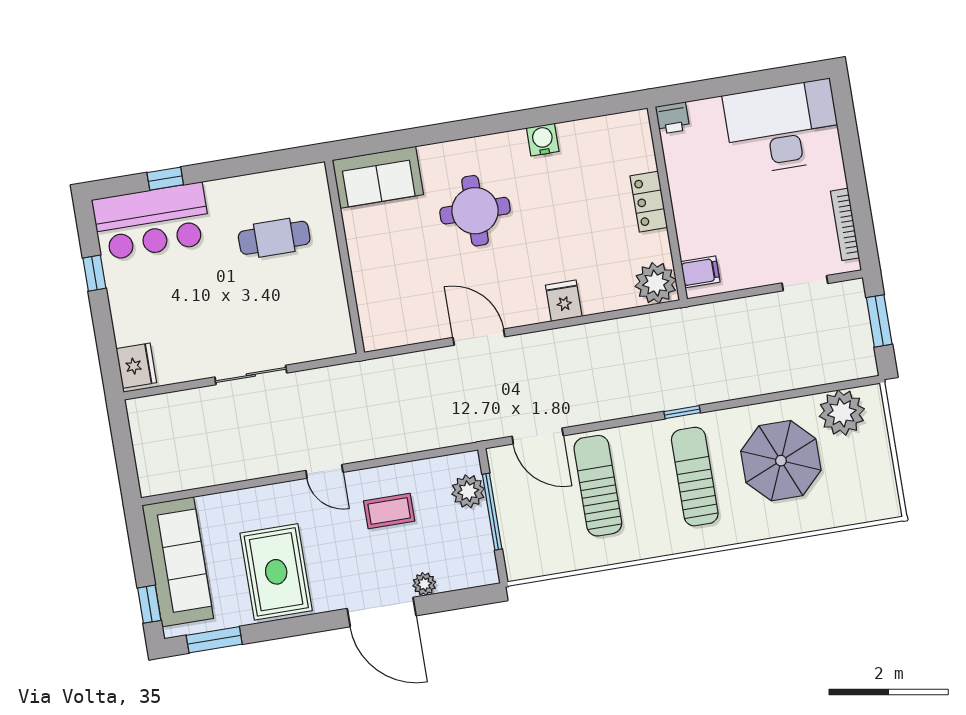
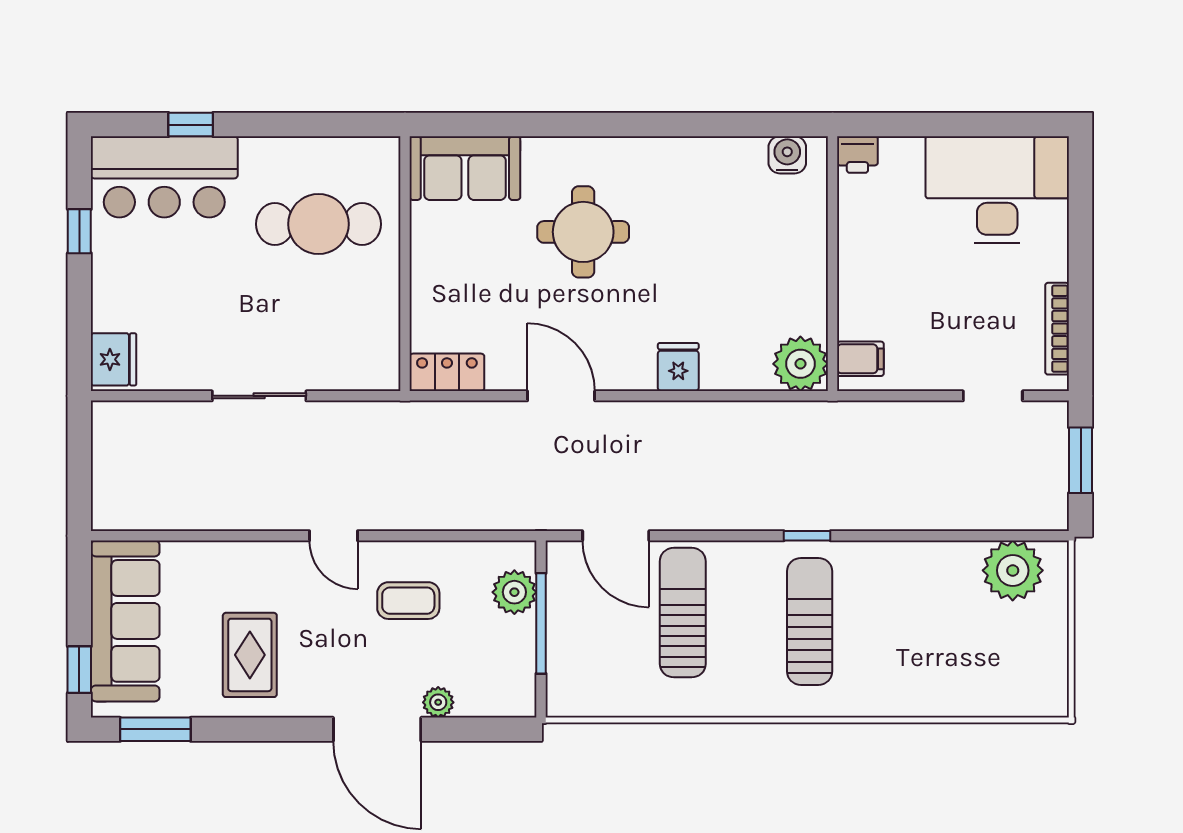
water cooler: (543, 140) -> (787, 155), moved
locker: (649, 202) -> (447, 372), moved, turned 90
cafe table: (274, 238) -> (319, 224), width x1.37, depth x1.35
parasol: (781, 461) -> (924, 619), removed
rug: (276, 572) -> (250, 655), width x0.73, depth x0.70

